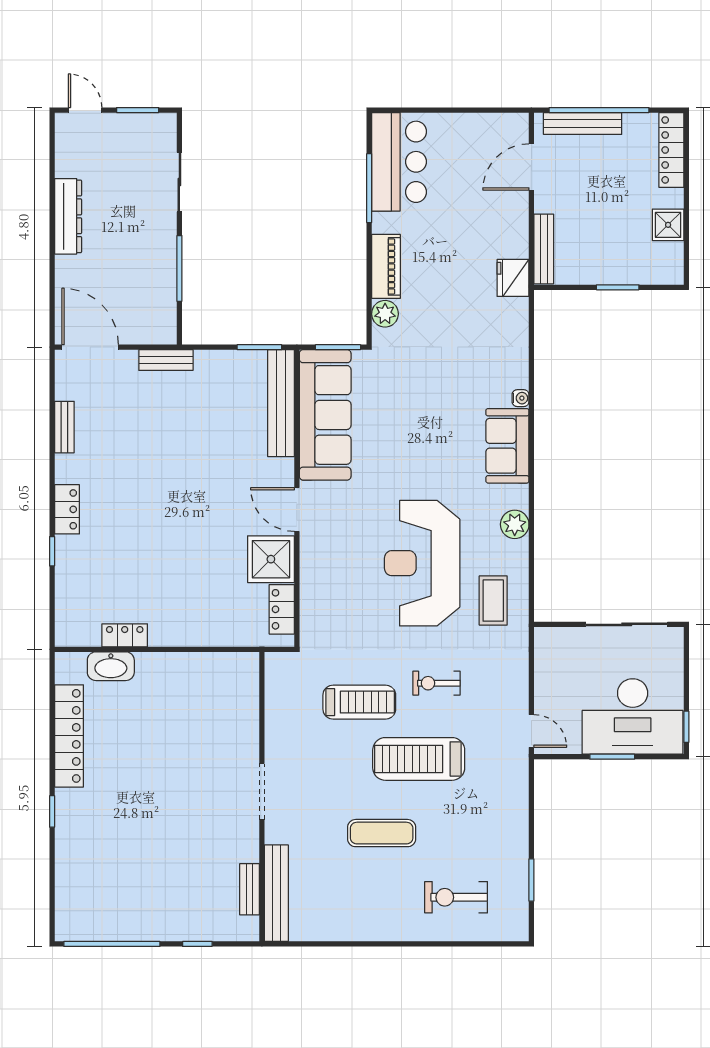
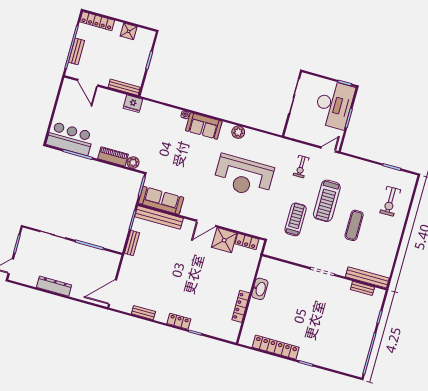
bench: (583, 123) -> (77, 51), width x0.73
bench: (166, 360) -> (132, 243), moved
sofa: (325, 415) -> (161, 200), width x0.74, depth x0.79
coffee table: (493, 601) -> (268, 150), removed
locker: (125, 635) -> (241, 306), width x1.53
washbasin: (111, 666) -> (260, 289), moved
exercise bike: (437, 683) -> (301, 167), moved

